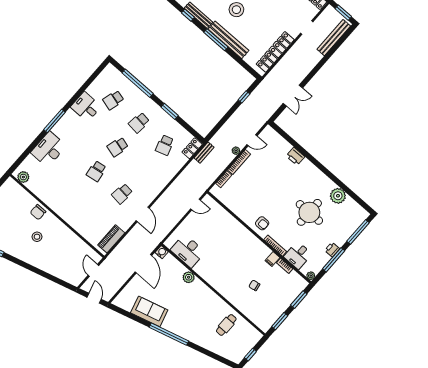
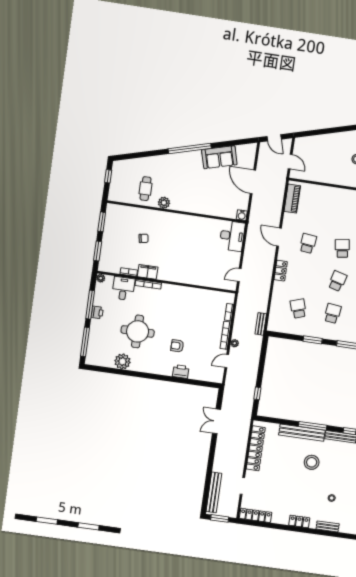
locker: (192, 148) -> (281, 271), moved
armchair: (262, 223) -> (177, 346), moved
desk: (188, 251) -> (232, 236), moved, turned 90
filing cabinet: (272, 259) -> (148, 272), width x2.00
door: (143, 264) -> (253, 182), moved
plant: (189, 277) -> (164, 203), moved

